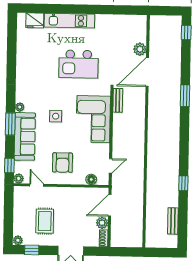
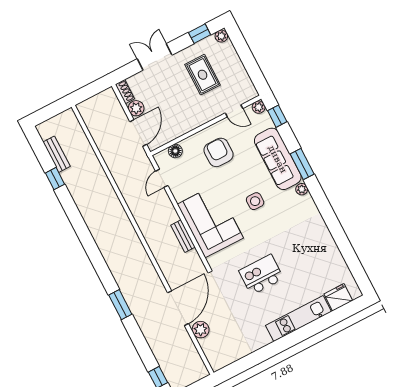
kitchen island: (79, 64) -> (261, 275), width x0.73, depth x0.78
bench: (118, 100) -> (183, 236), moved
window: (183, 183) -> (55, 179), moved

